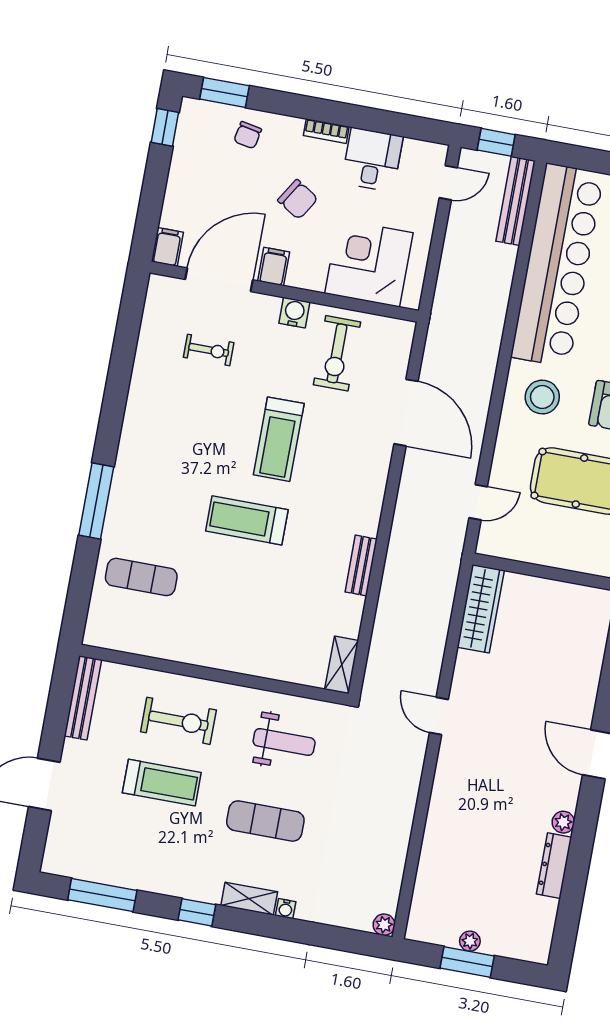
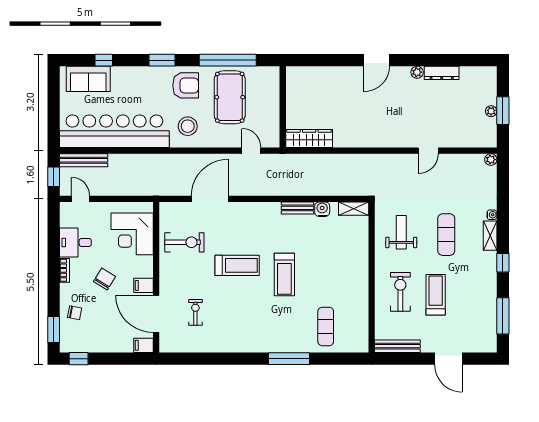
water cooler: (294, 313) -> (322, 209), moved, turned 90
door: (439, 716) -> (428, 151), moved

